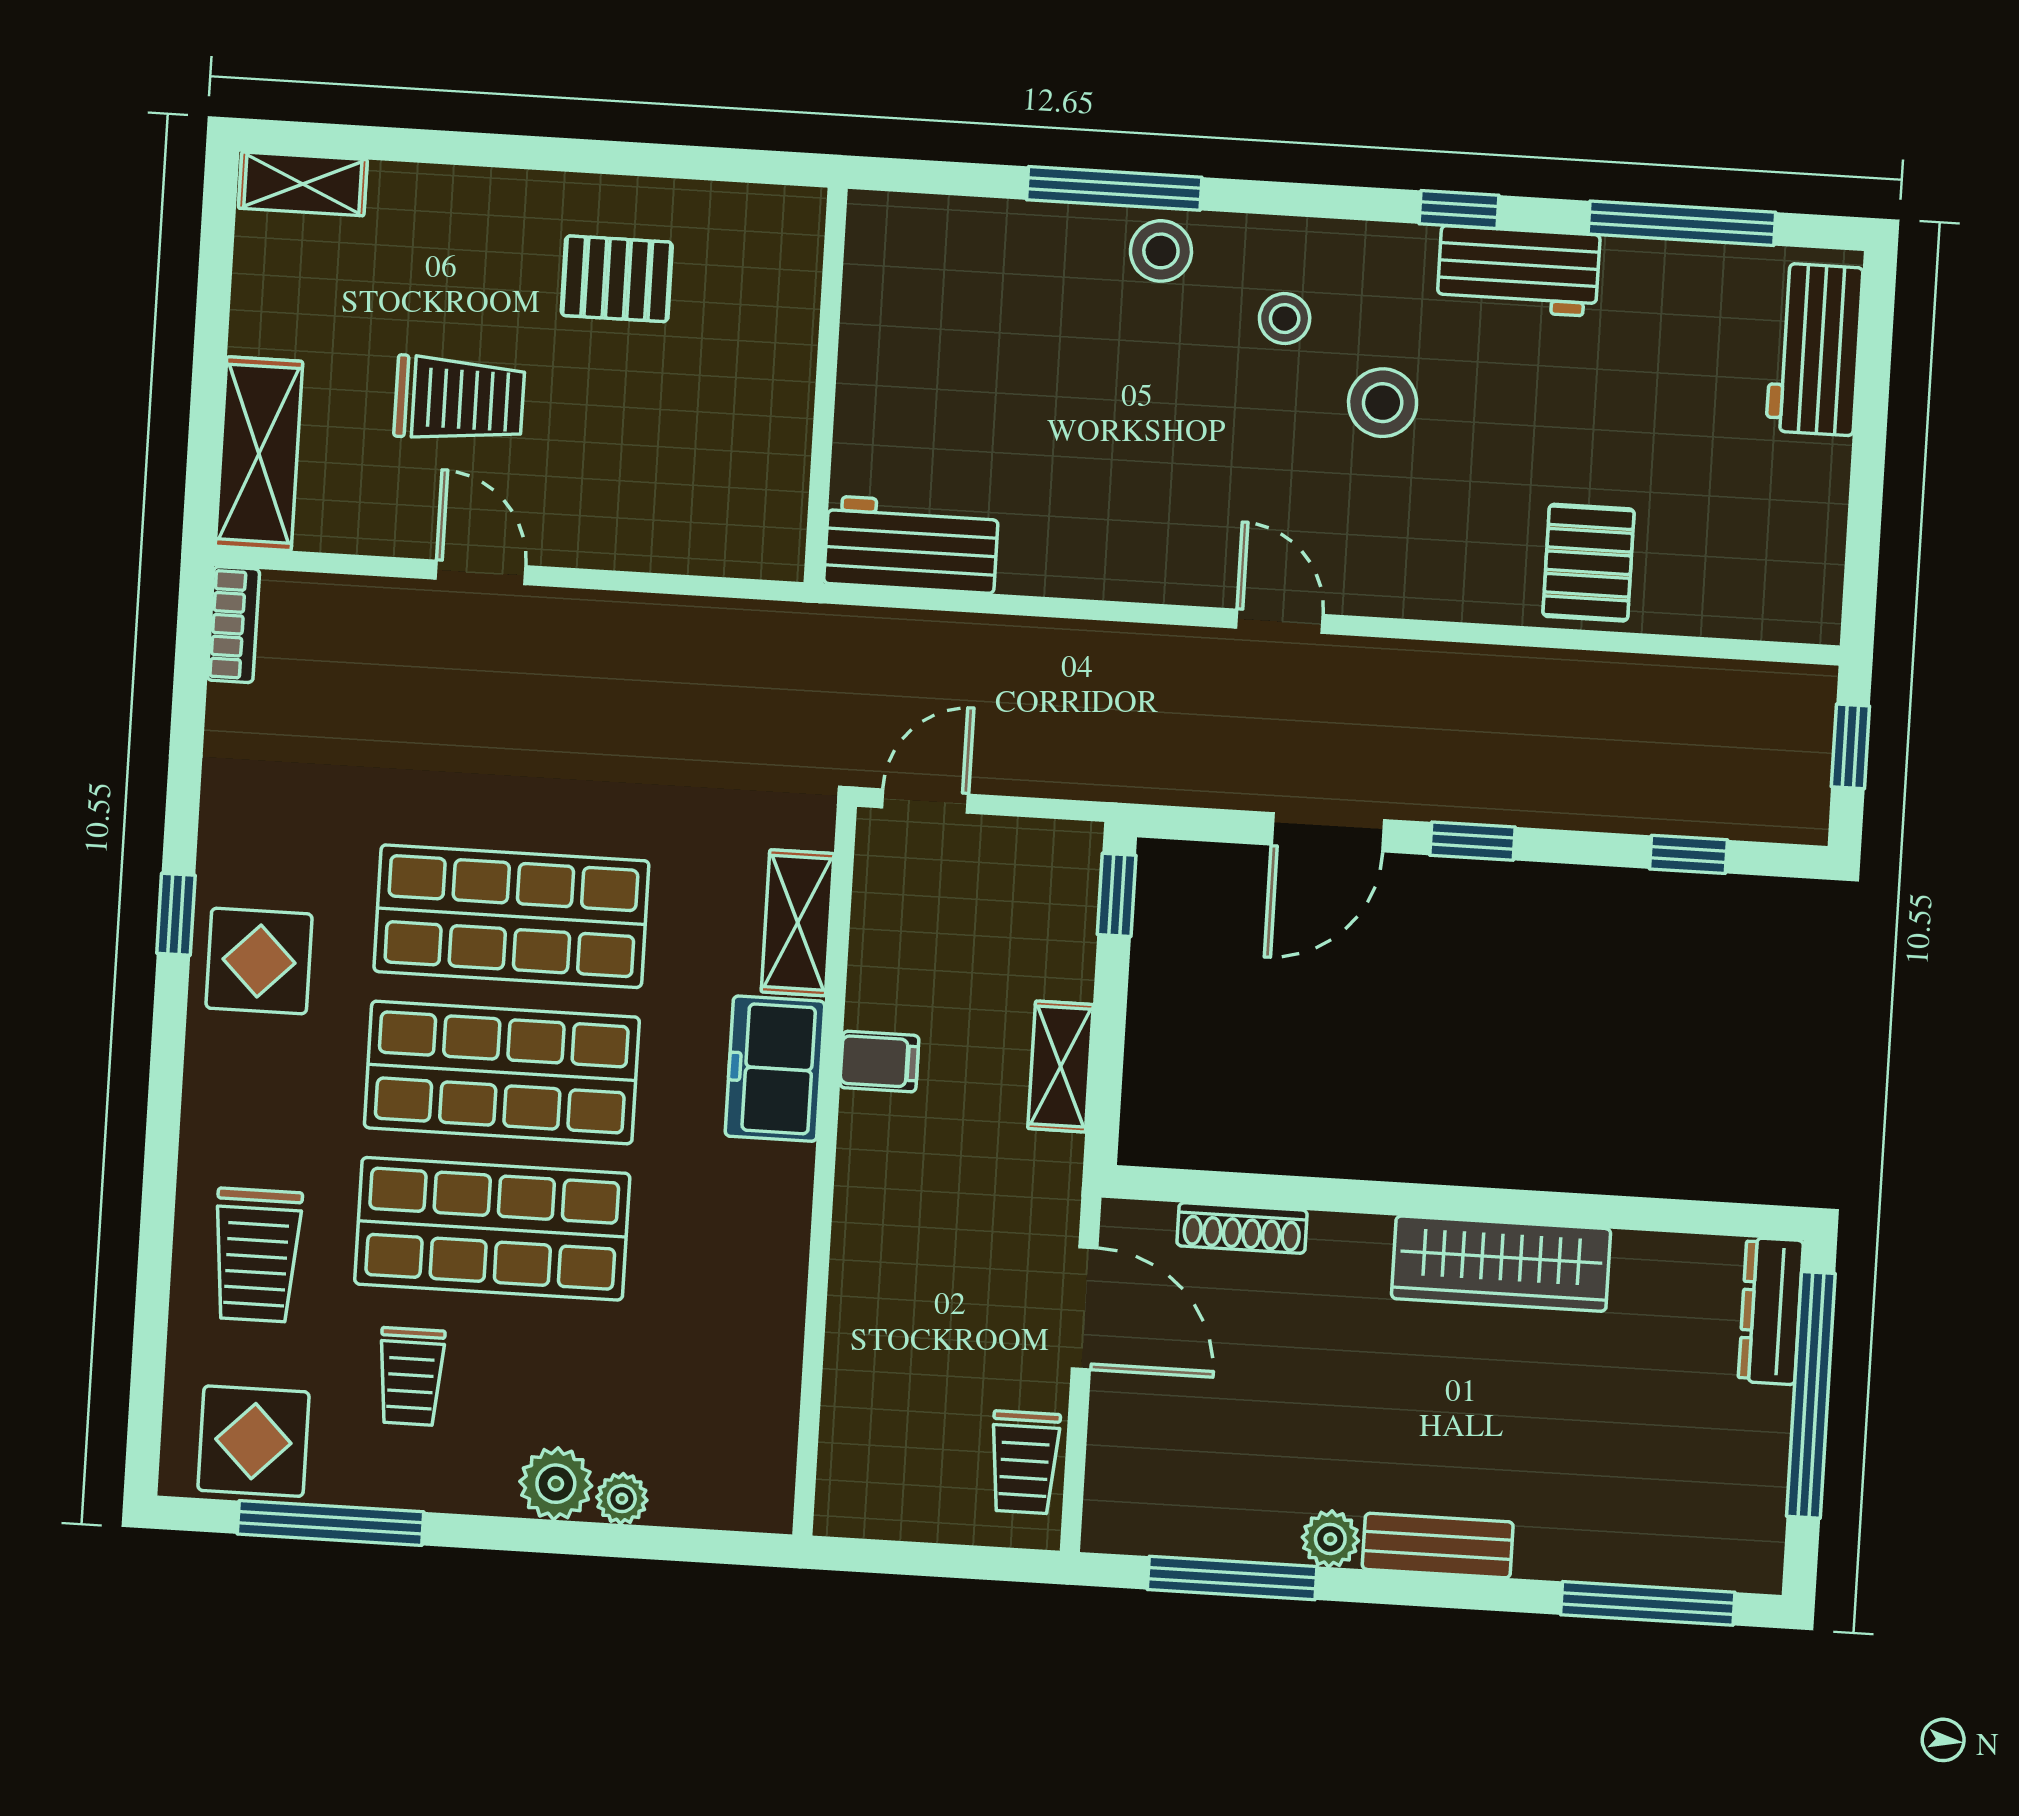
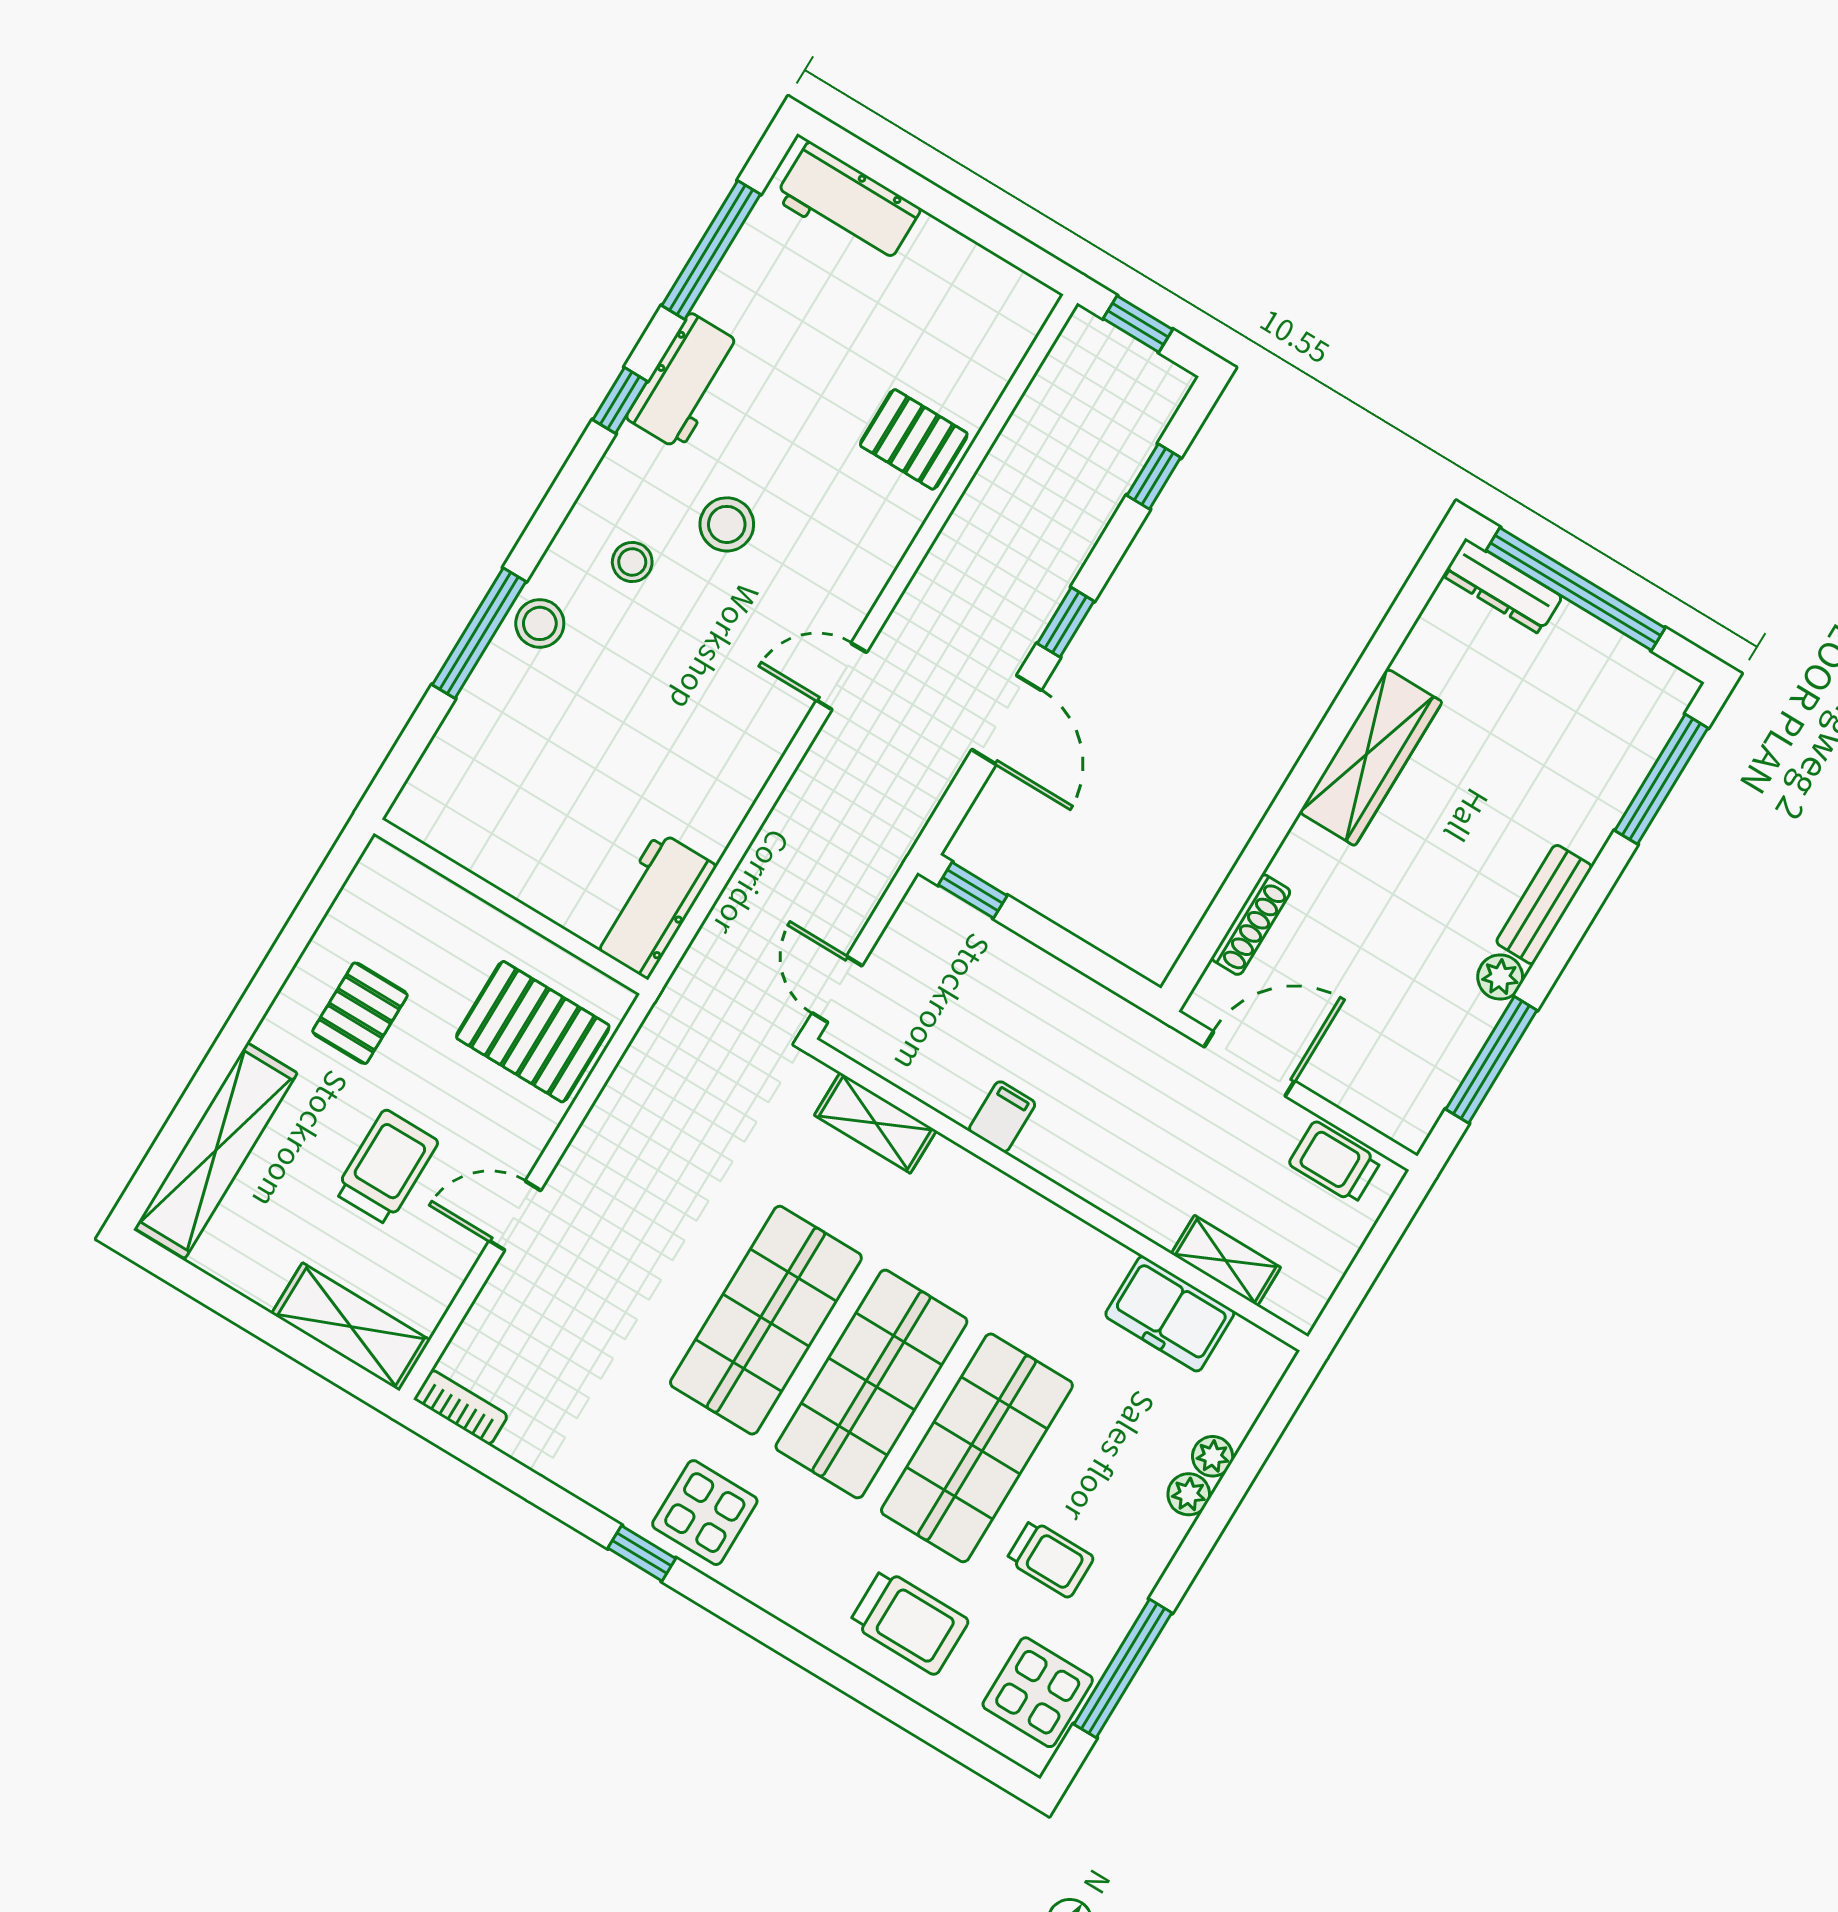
shelving: (303, 184) -> (216, 1151), width x2.20, depth x1.33
pallet: (698, 484) -> (533, 1032), added
shelving: (1061, 1067) -> (1226, 1261), moved
freezer: (775, 1069) -> (1170, 1314), moved
trolley: (1024, 1462) -> (1335, 1162), turned 180
plant: (556, 1484) -> (1189, 1494), width x0.73, depth x0.73

